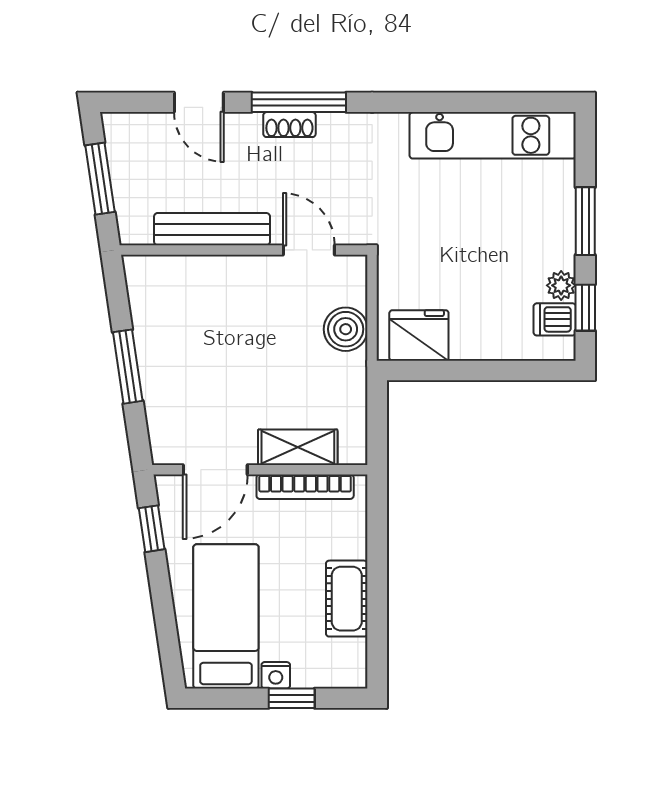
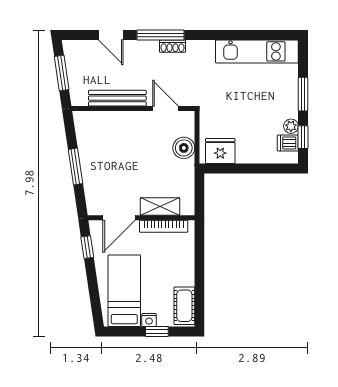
shoe rack: (289, 125) -> (172, 46), moved
cot: (347, 599) -> (184, 306), moved

